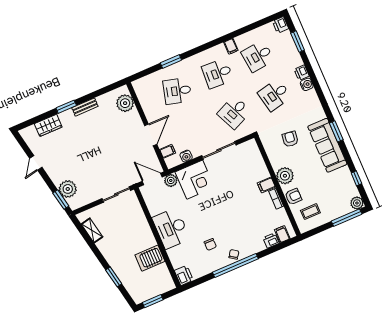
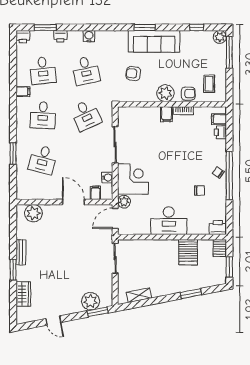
printer: (302, 73) -> (60, 36), moved
armchair: (293, 196) -> (188, 94), turned 90
server rack: (166, 285) -> (220, 248), added

